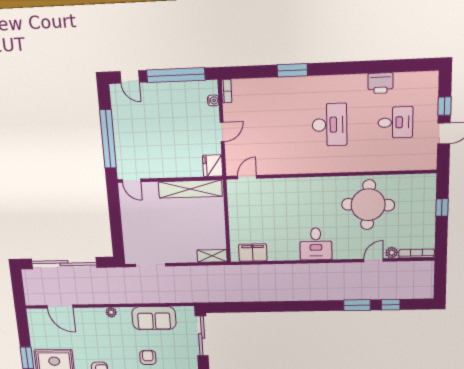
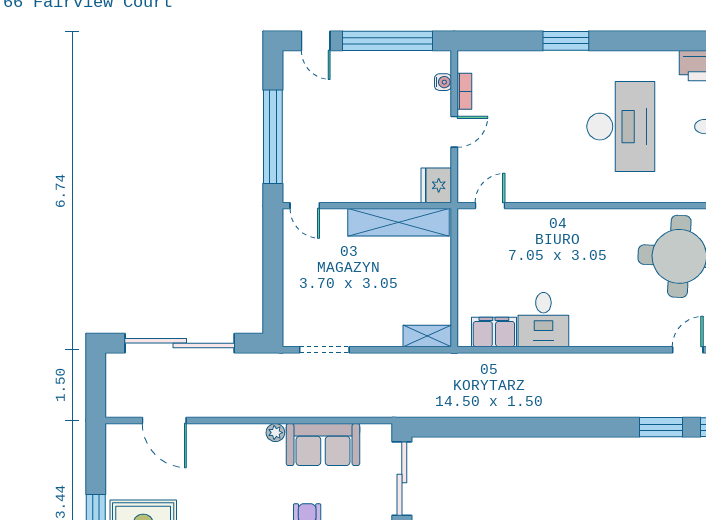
bookcase: (227, 91) -> (464, 91), moved
desk: (330, 125) -> (621, 127), width x1.36, depth x1.30
desk: (316, 244) -> (543, 320), moved
plant: (111, 312) -> (275, 433), moved

